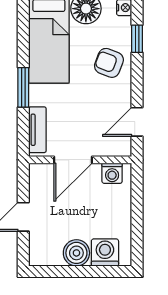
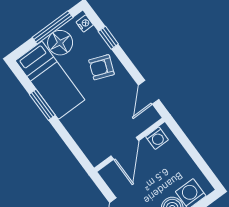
window: (23, 87) -> (42, 105), moved
tv unit: (37, 130) -> (87, 146), removed

